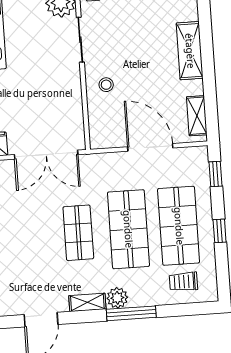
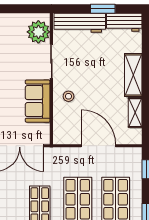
sofa: (66, 94) -> (38, 101), added
shelving: (197, 116) -> (135, 113), moved

